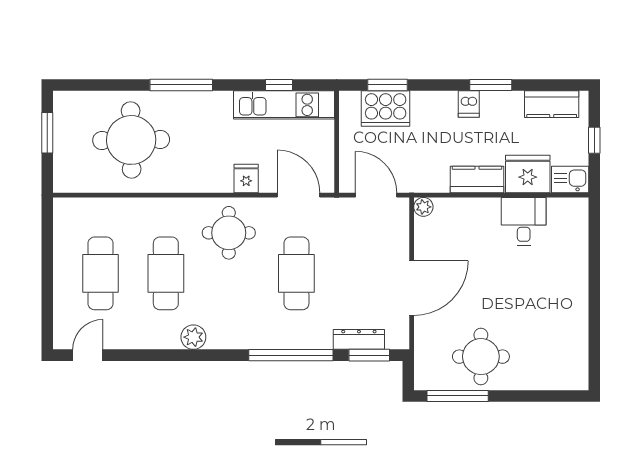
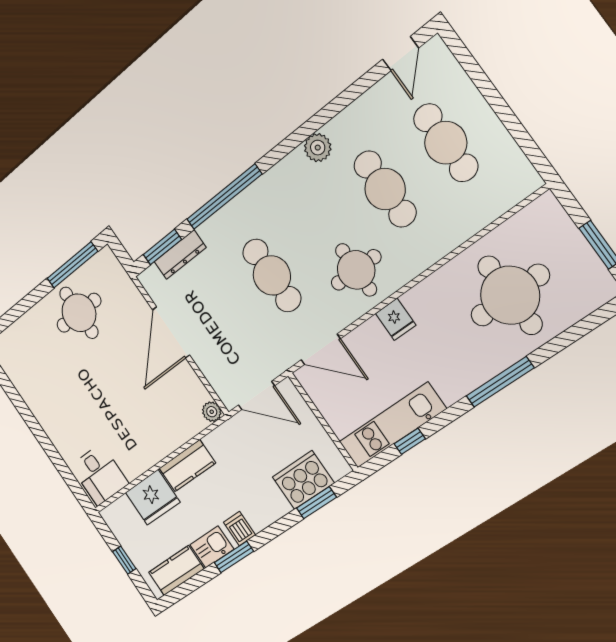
fridge: (246, 178) -> (396, 319), moved
kitchen sink: (570, 179) -> (212, 547), moved, turned 180
desk: (524, 221) -> (99, 475), moved

